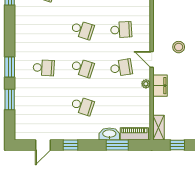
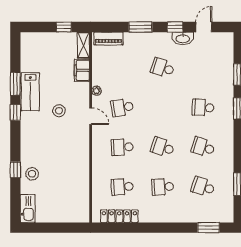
stool: (179, 47) -> (59, 111), moved
school desk: (82, 68) -> (203, 147), moved
filing cabinet: (160, 86) -> (82, 70), moved
washbasin: (109, 134) -> (183, 38), moved
window: (117, 145) -> (140, 27), moved

